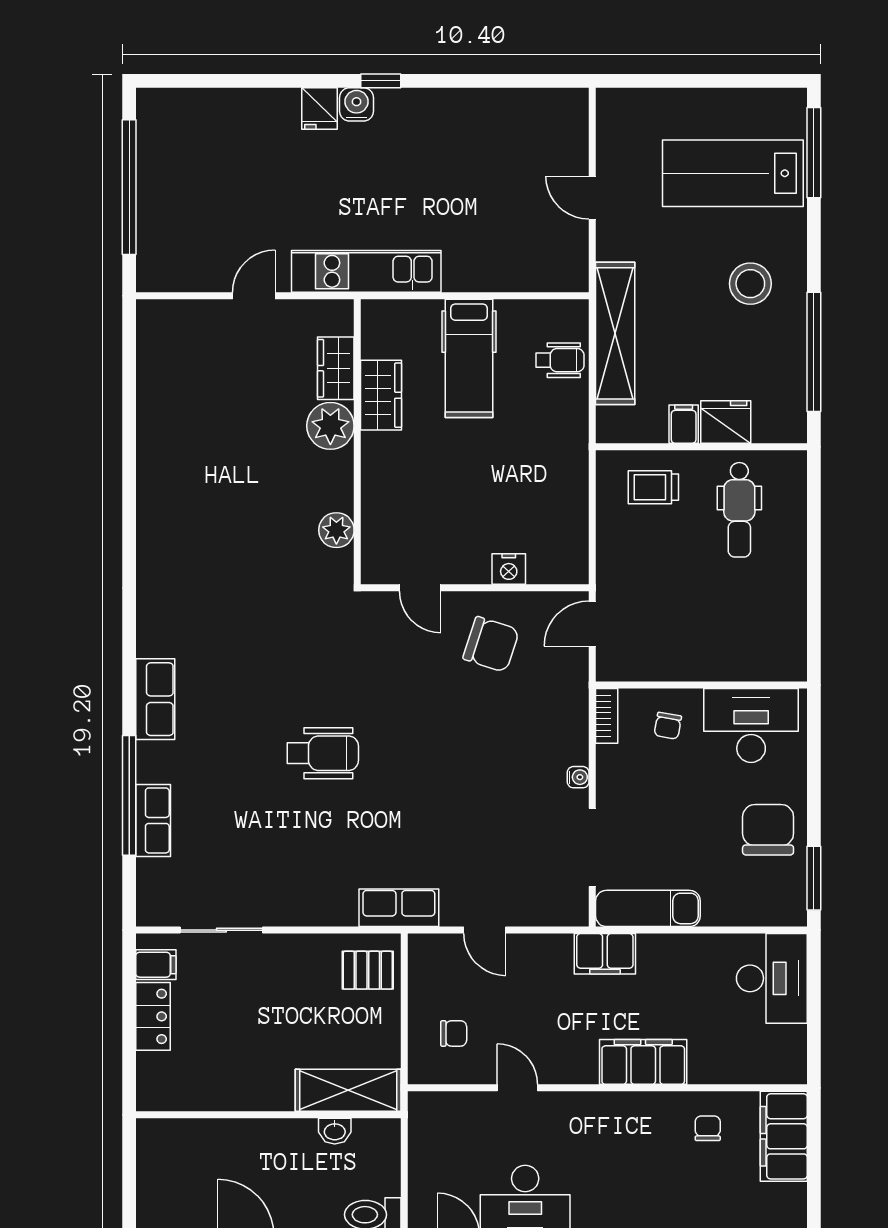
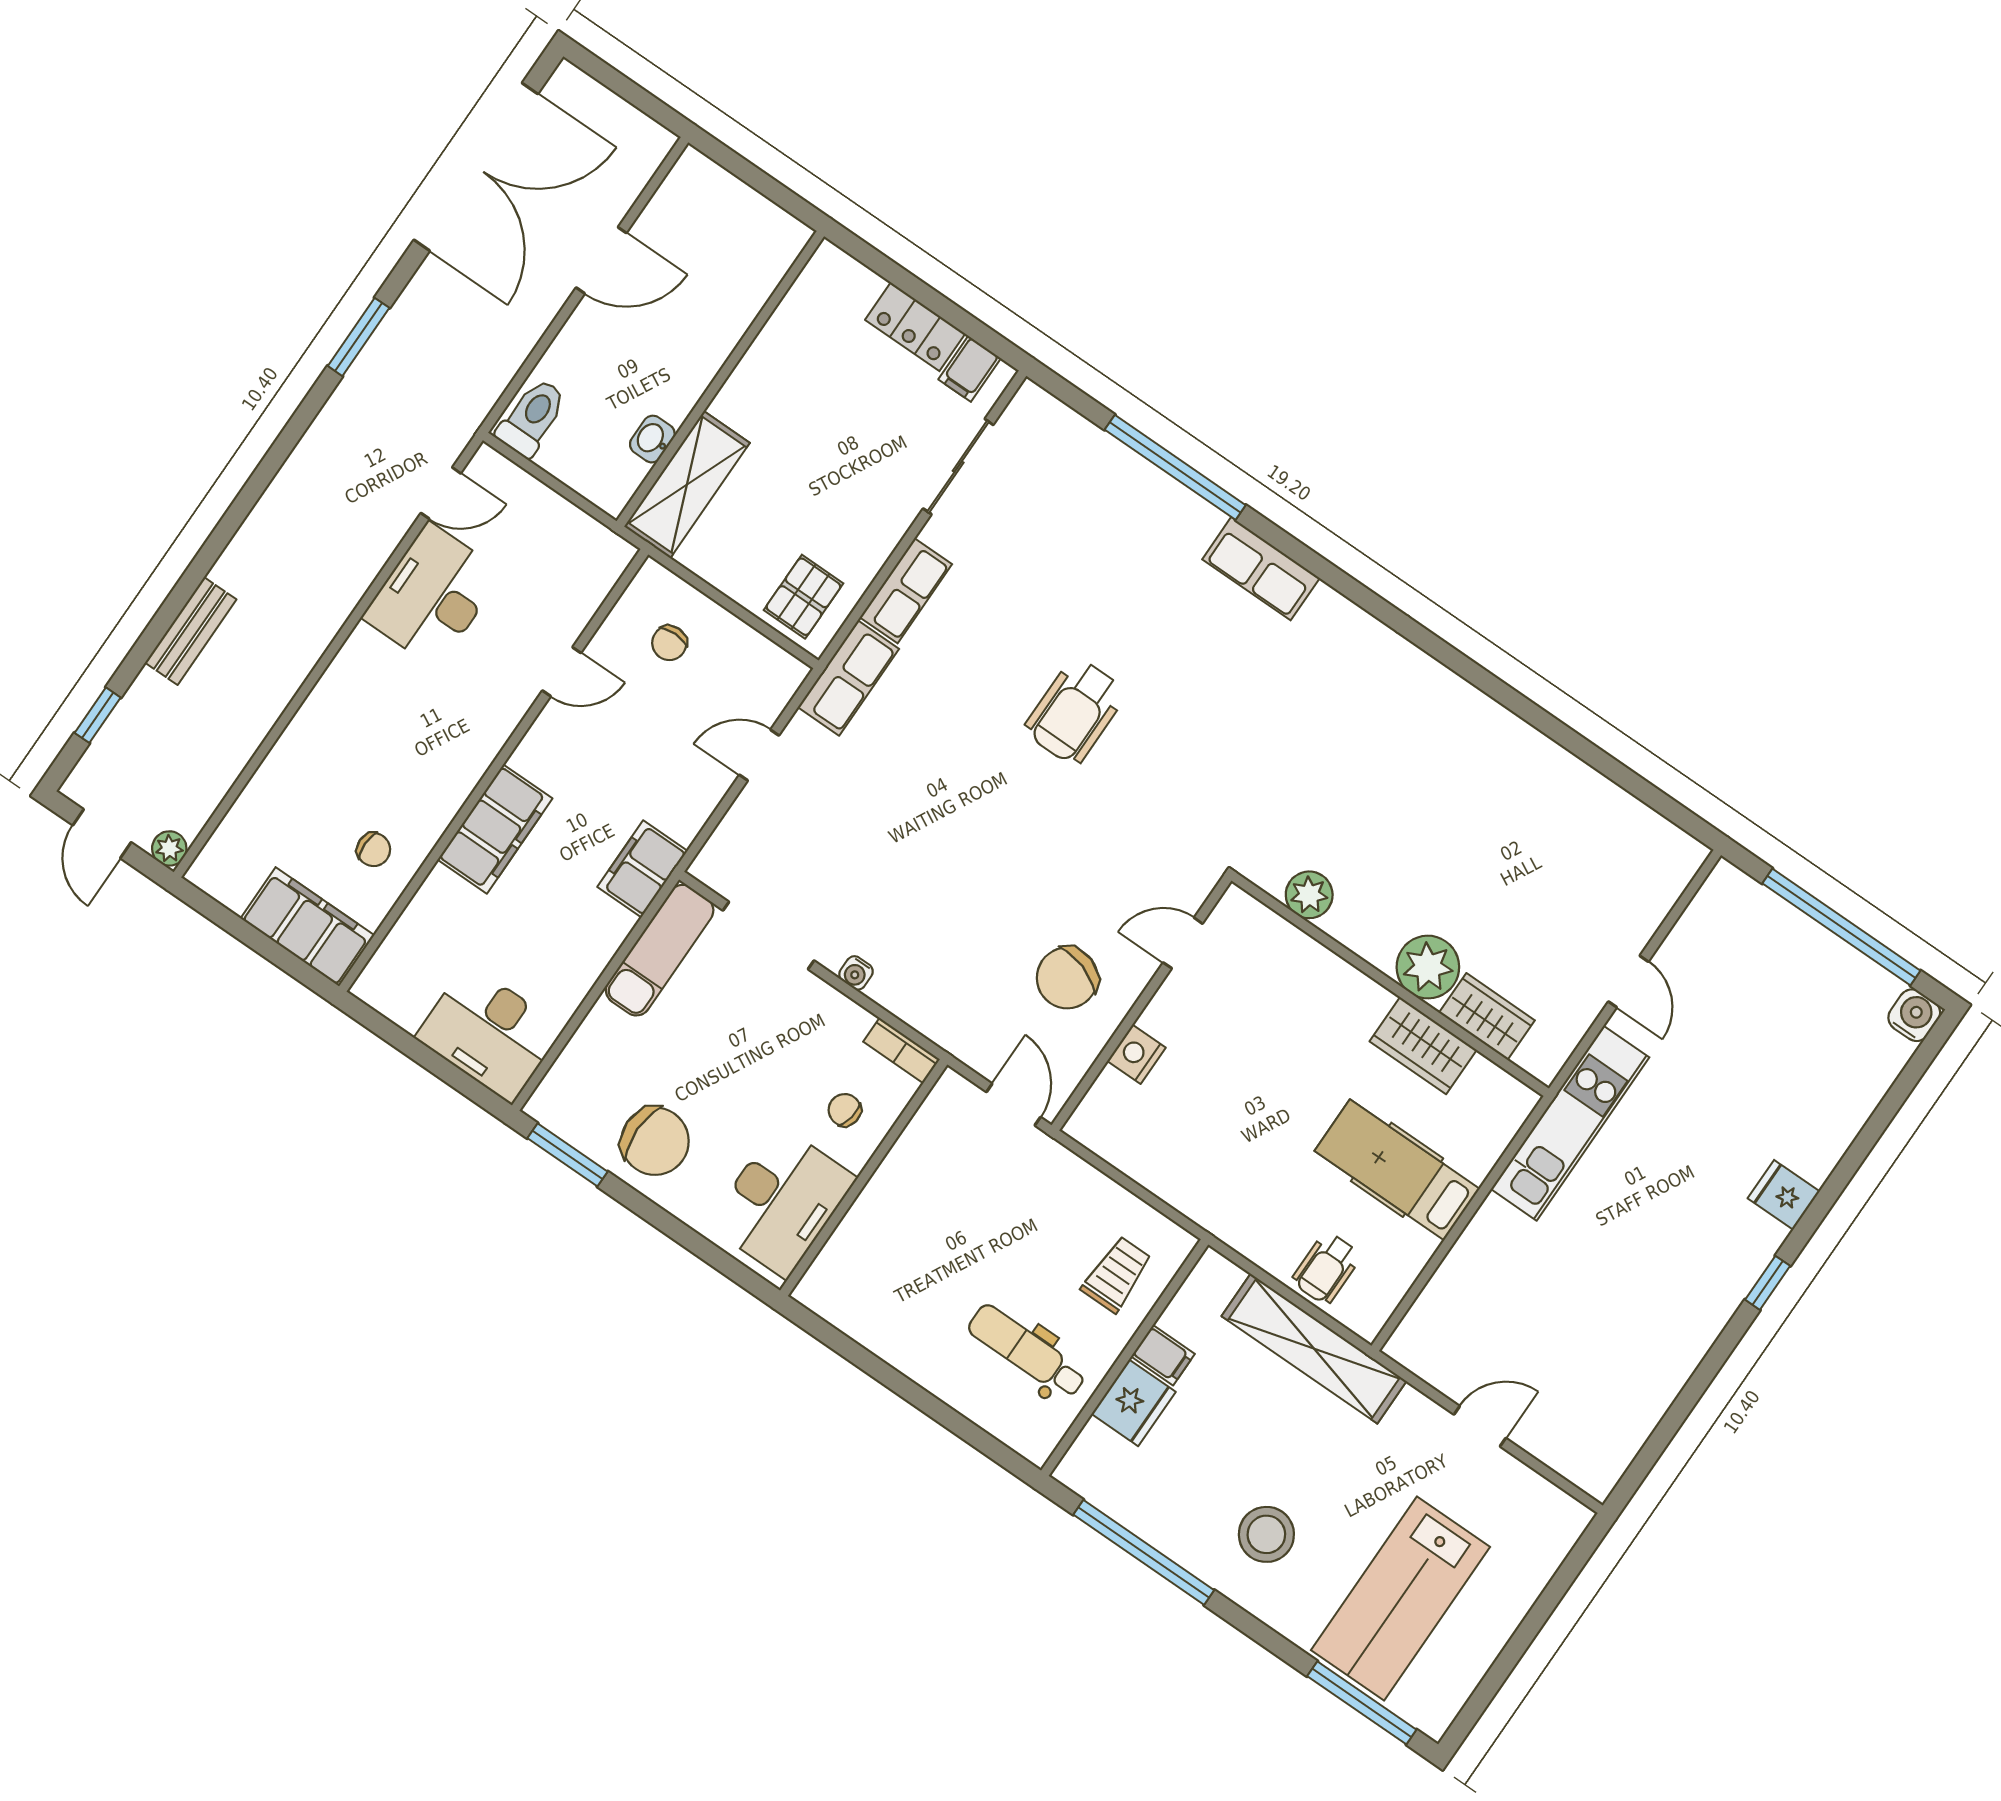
water cooler: (357, 104) -> (1914, 1015), moved, turned -90
lab bench: (733, 173) -> (1400, 1599), turned 180
row of seats: (153, 820) -> (906, 591), moved, turned -90

